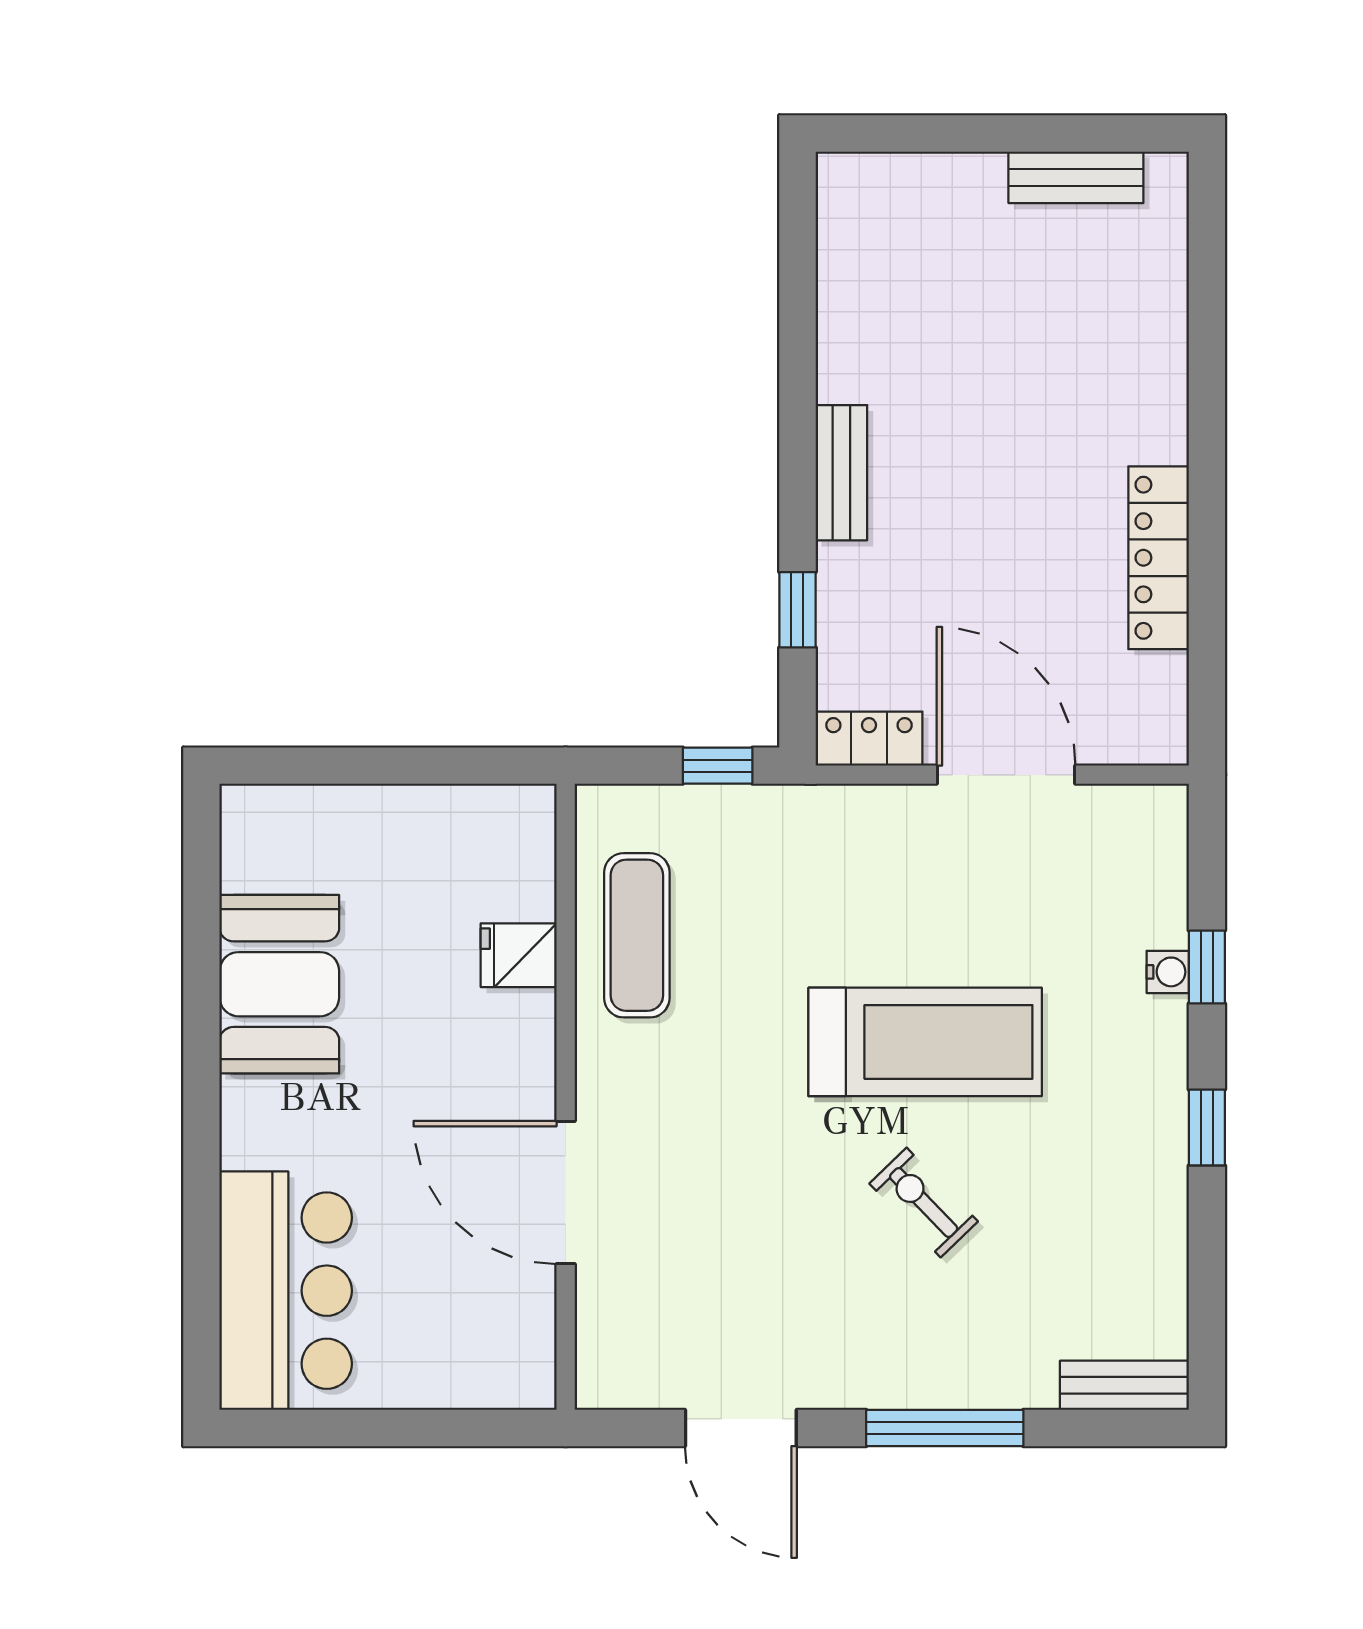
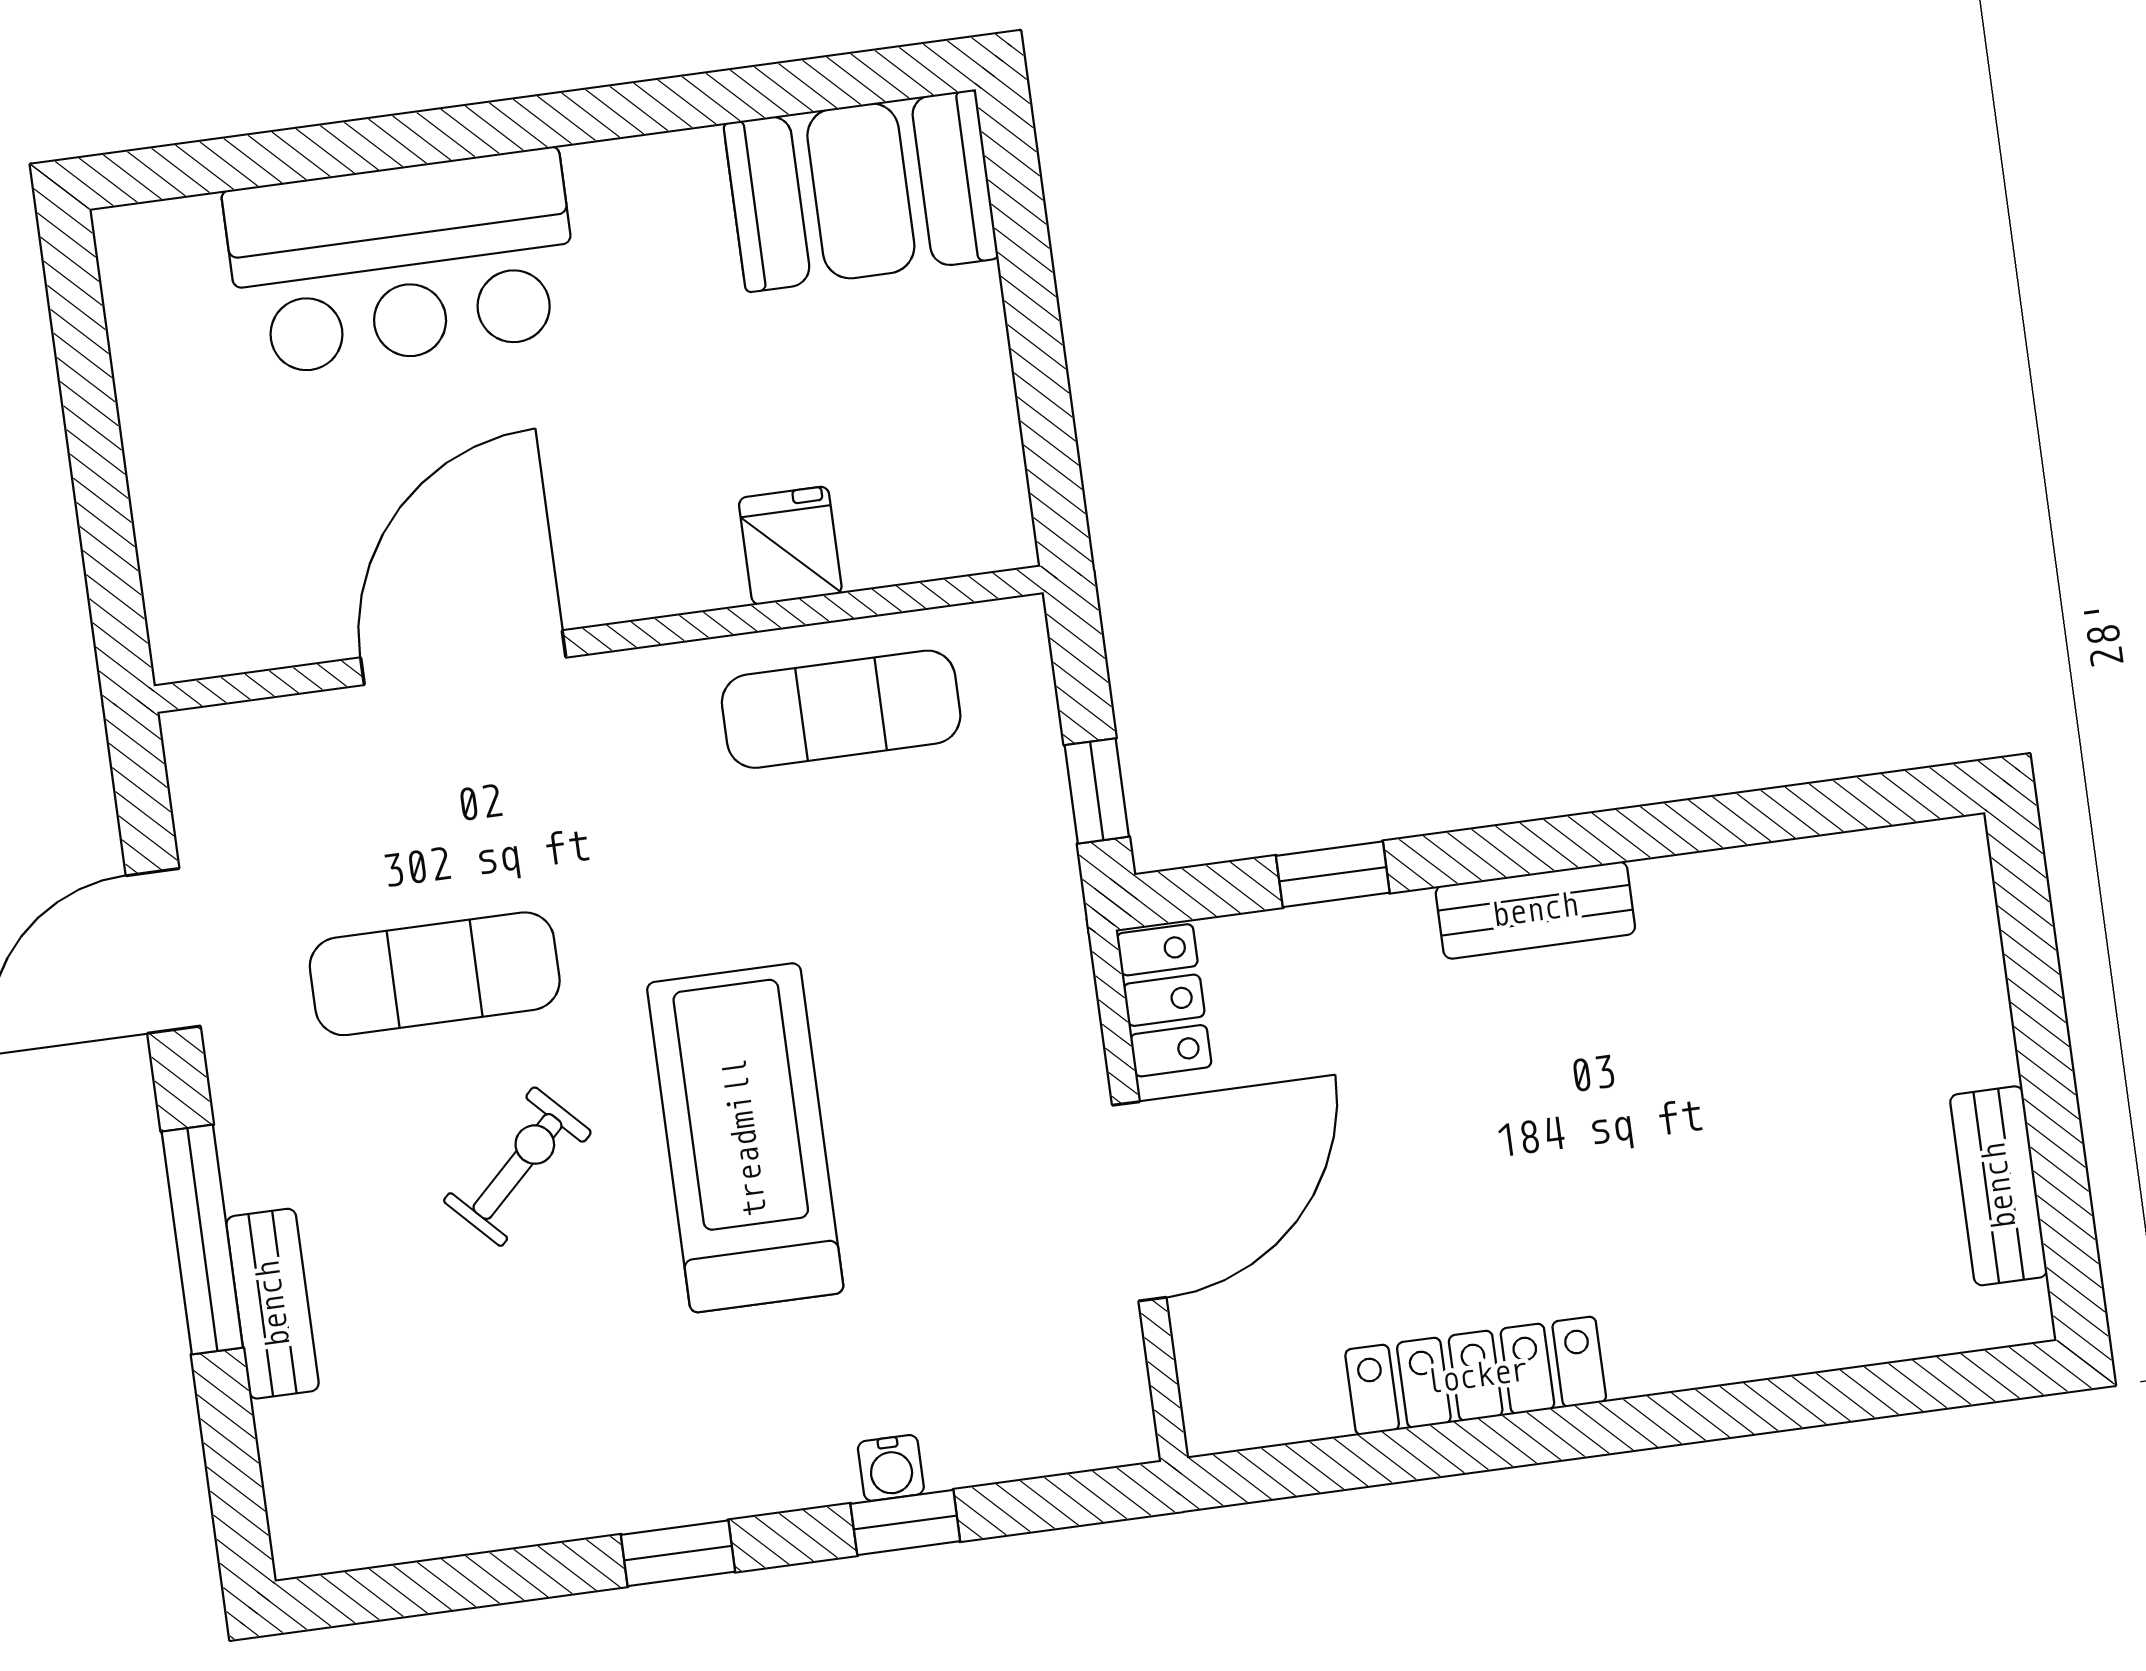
booth: (279, 984) -> (861, 191), moved
treadmill: (925, 1042) -> (745, 1138), turned 180
exercise mat: (782, 1242) -> (435, 974), added
bar counter: (286, 1291) -> (402, 262), moved
bench: (1124, 1385) -> (273, 1304), moved

